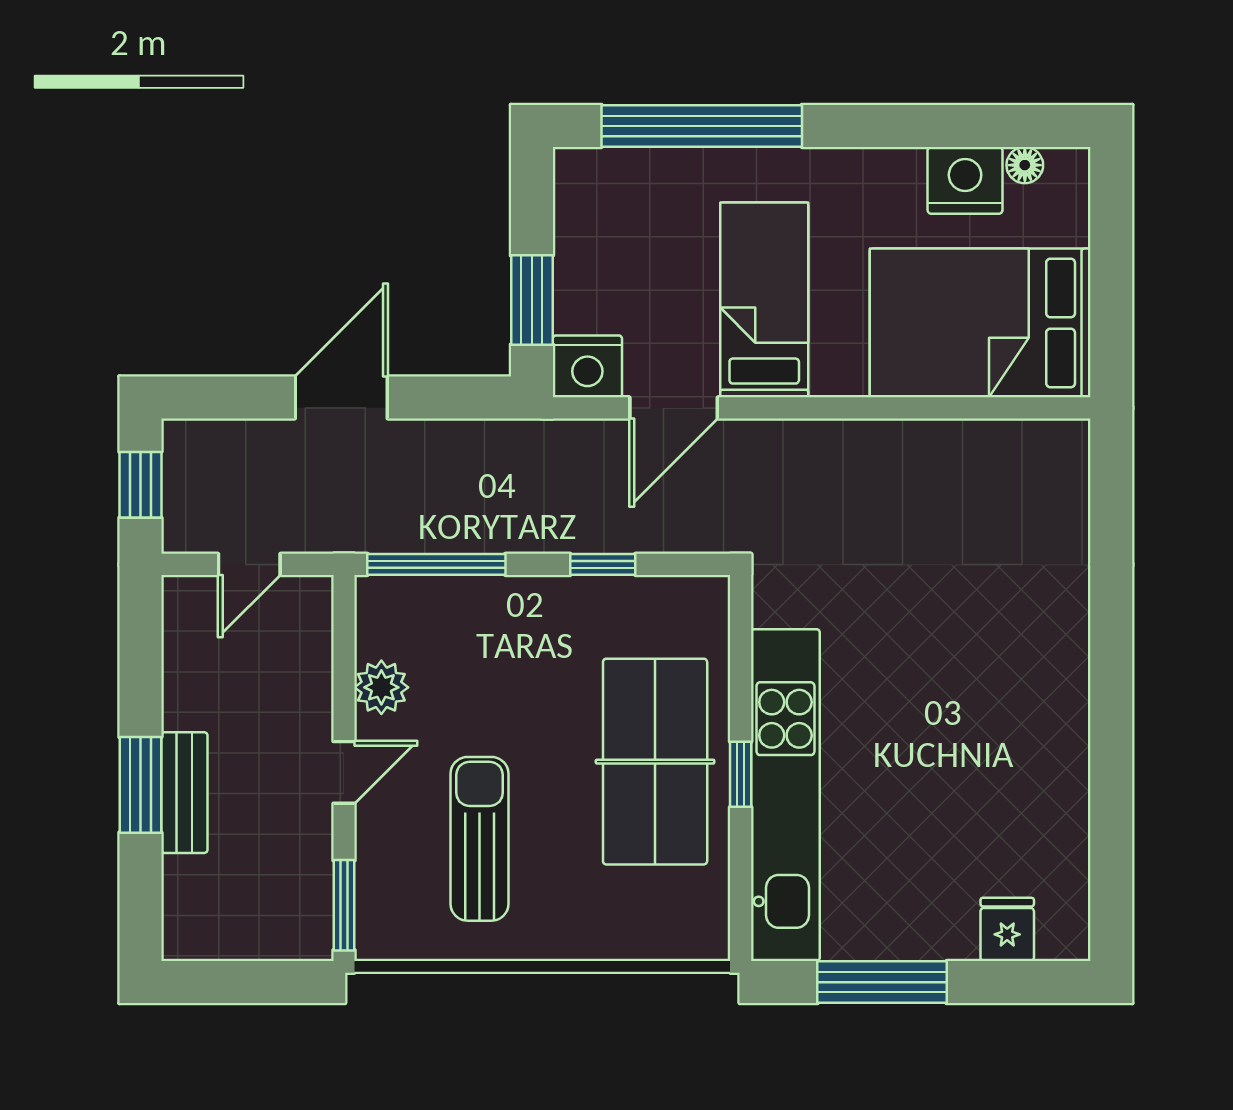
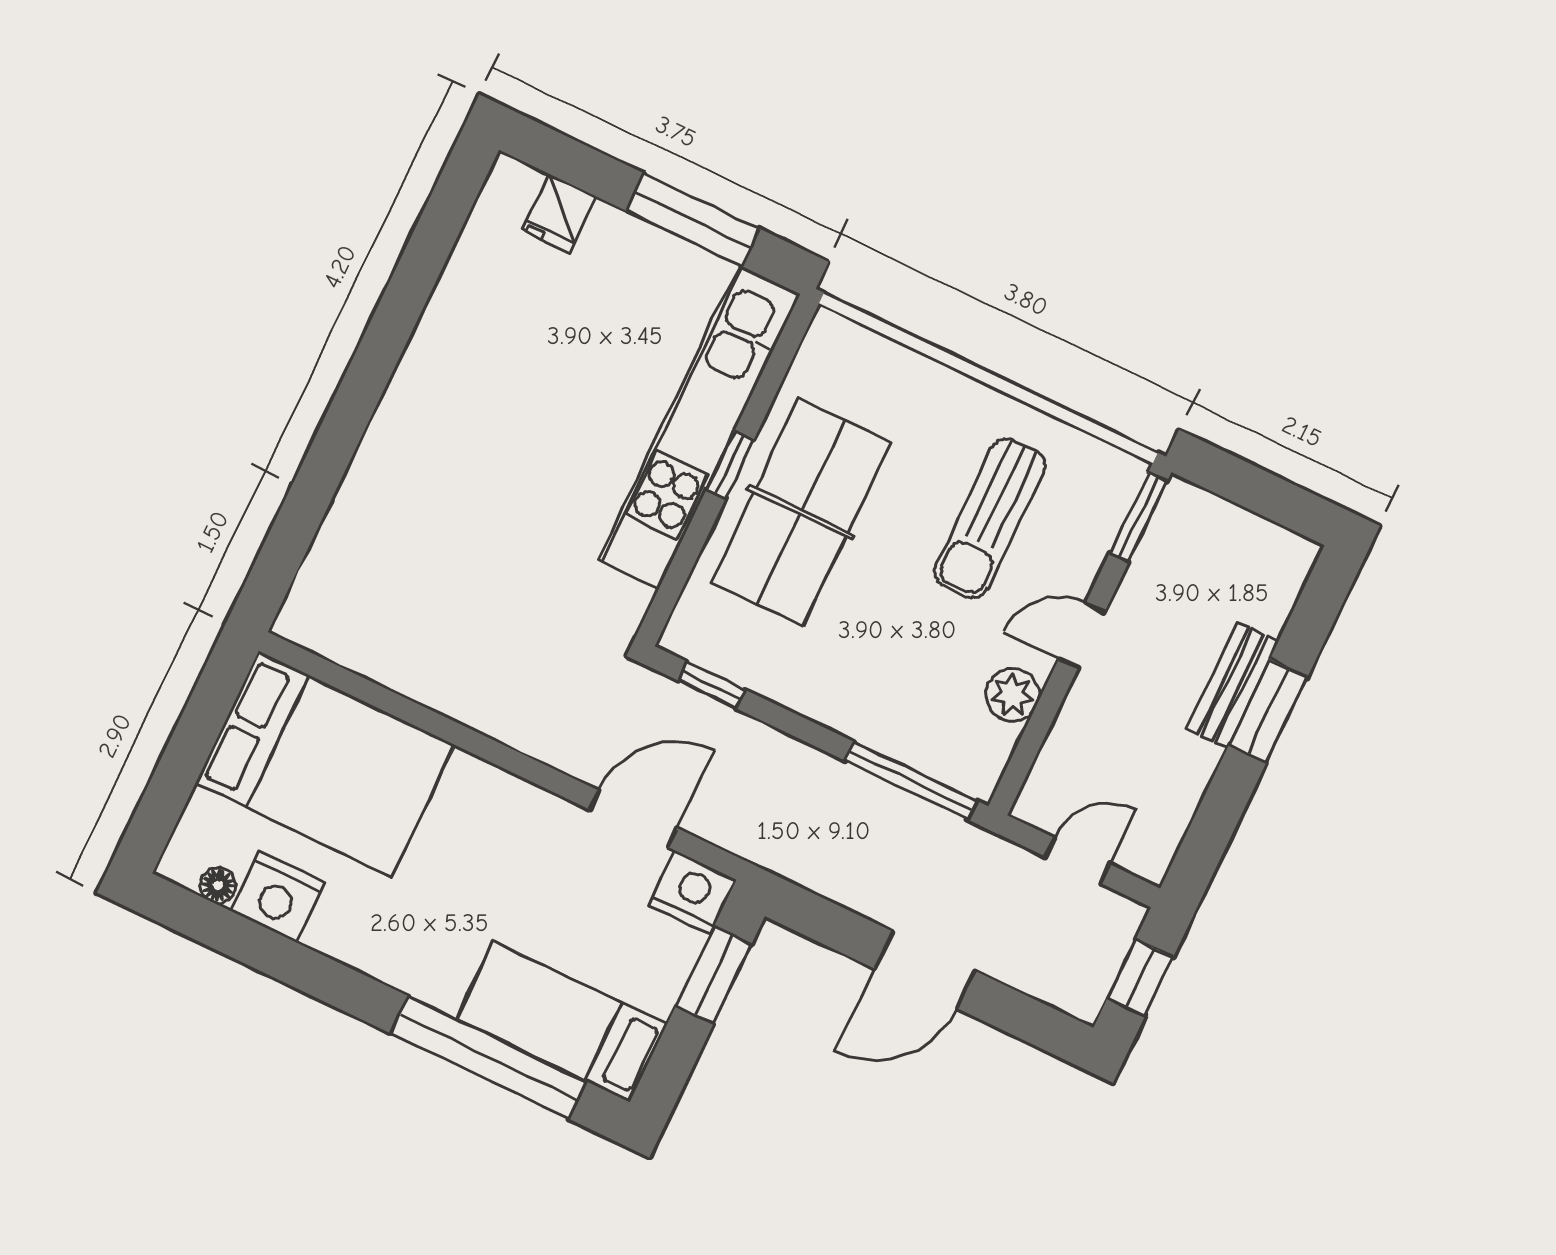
bed: (764, 300) -> (562, 1022), moved, turned 90
window: (603, 564) -> (712, 685), moved

